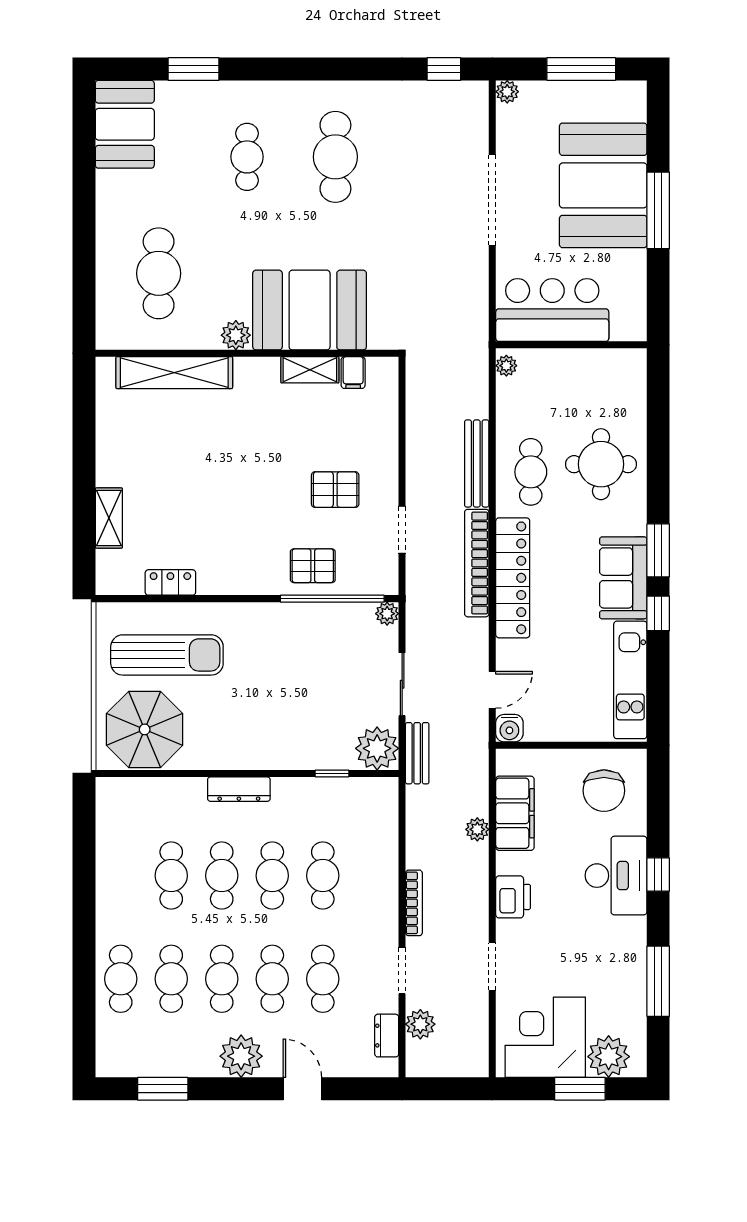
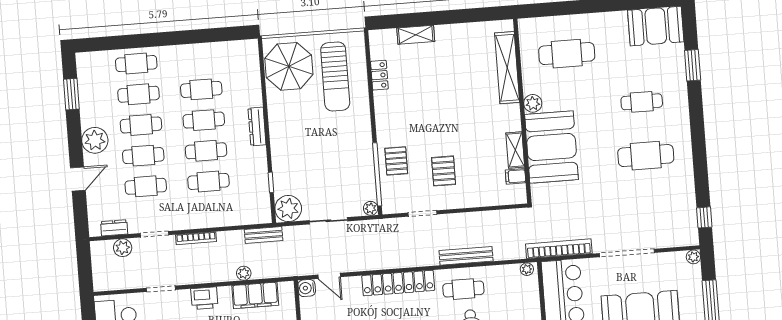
bookcase: (477, 563) -> (559, 249), moved
bench: (417, 753) -> (264, 235), moved

